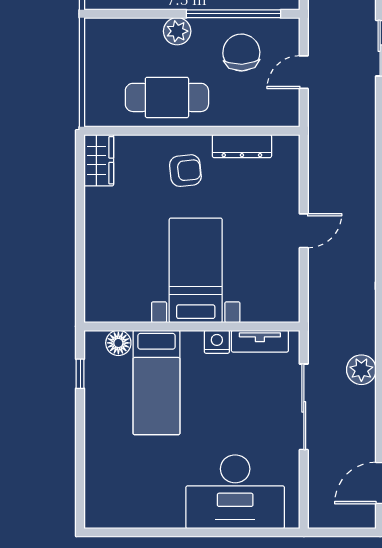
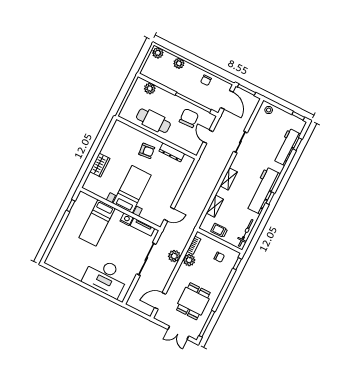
plant: (177, 31) -> (150, 88), moved
door: (304, 72) -> (208, 137), hinge flipped
wardrobe: (99, 160) -> (100, 165), moved
door: (304, 231) -> (169, 214), moved
floor lamp: (118, 343) -> (90, 201), removed

